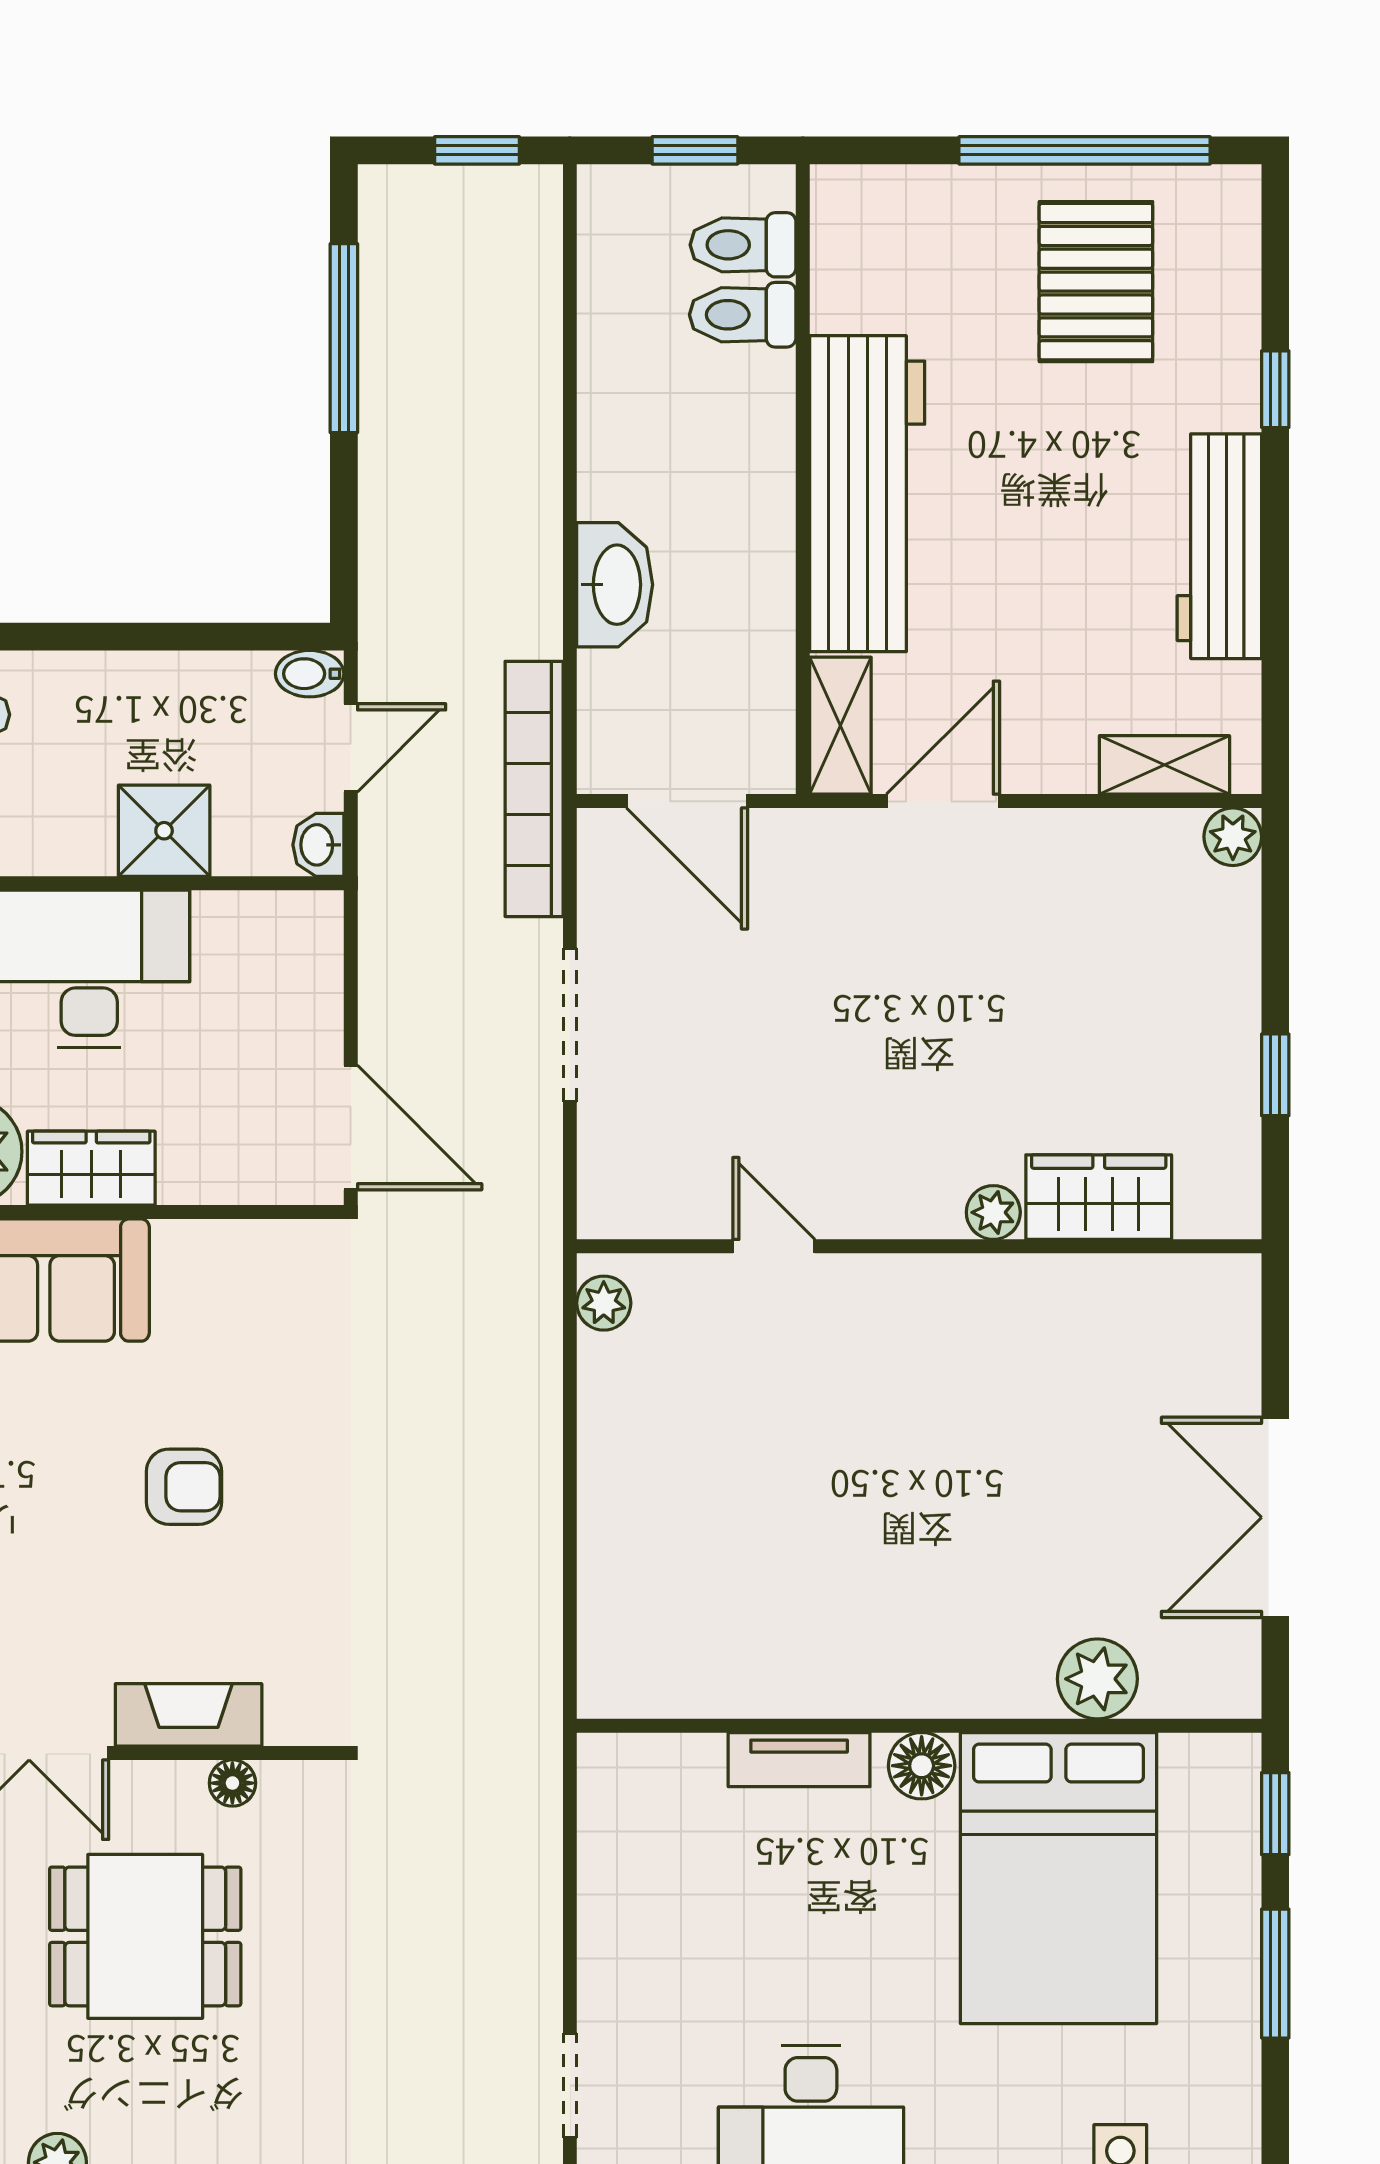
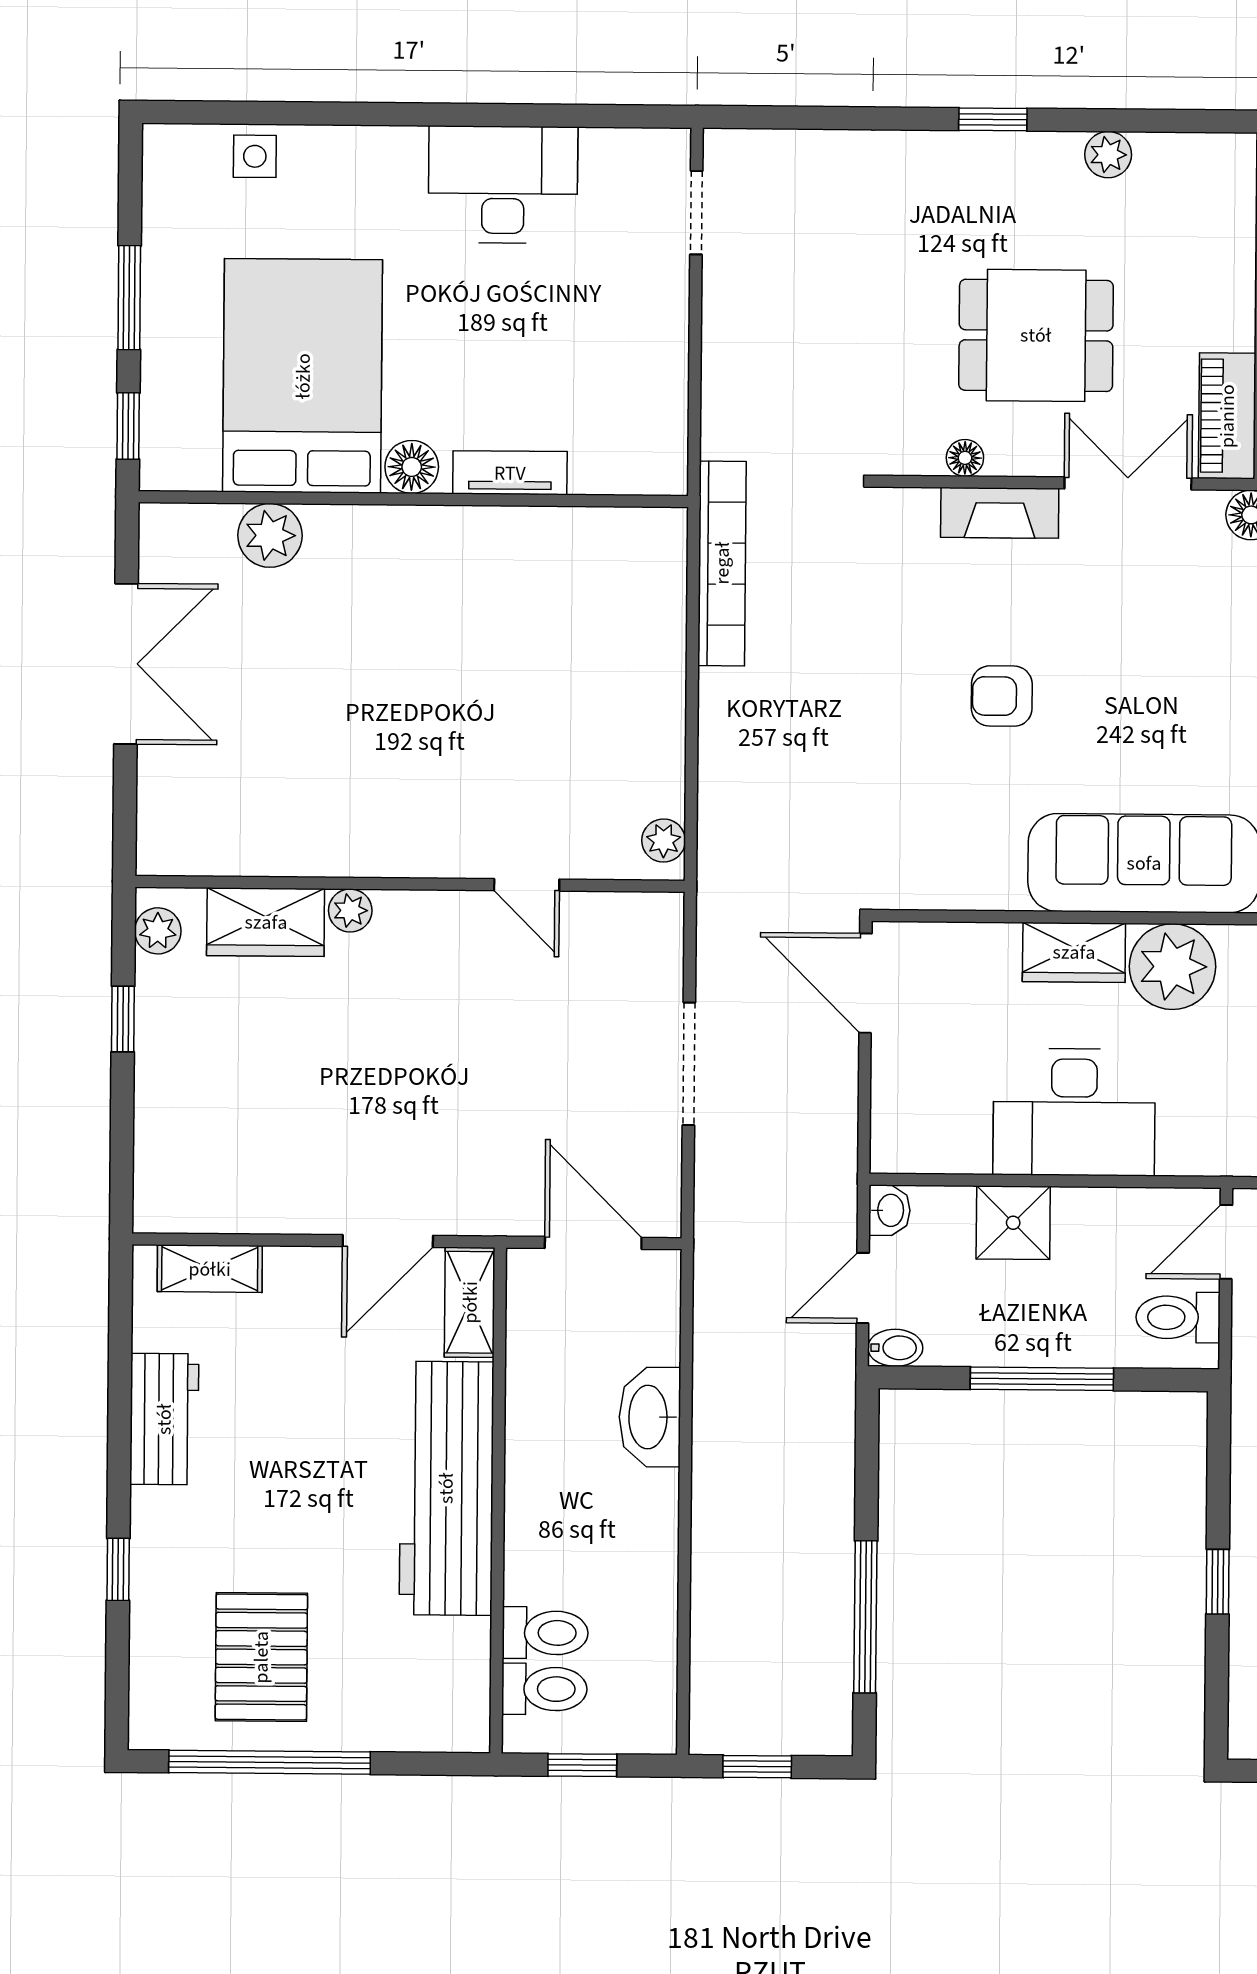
workbench: (1219, 546) -> (164, 1419), width x0.73
window: (127, 637) -> (1042, 1379), added
bookcase: (534, 789) -> (722, 563), moved
plant: (1233, 837) -> (158, 931), moved

